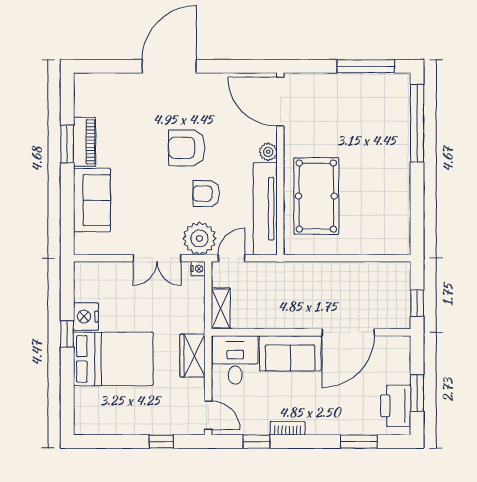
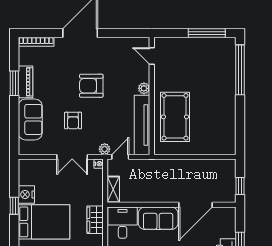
bookcase: (101, 80) -> (36, 42), added
door: (280, 102) -> (152, 56), width x0.53
armchair: (206, 194) -> (73, 121), moved, turned -90
plant: (199, 238) -> (105, 149), width x0.53, depth x0.53

